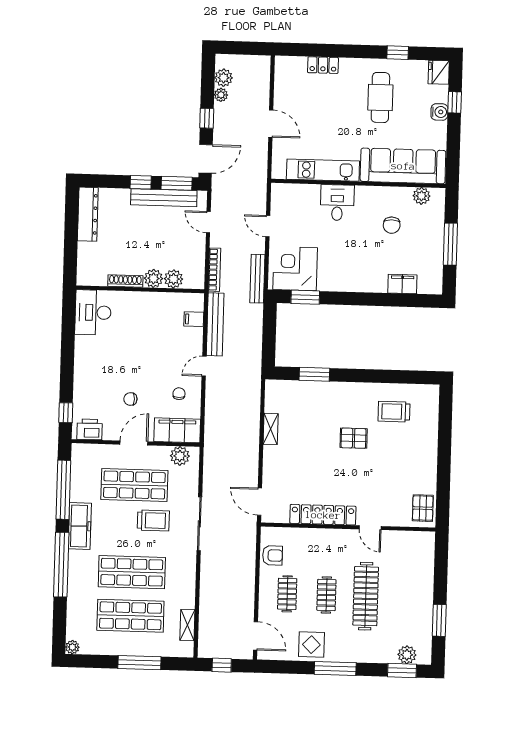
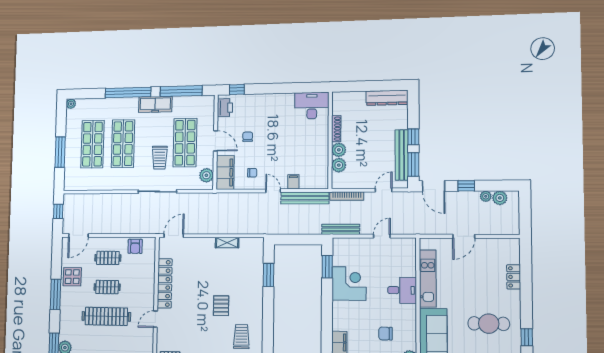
corner desk: (295, 269) -> (349, 284), moved
filing cabinet: (194, 319) -> (293, 182), moved
shelving: (187, 625) -> (86, 186), removed

